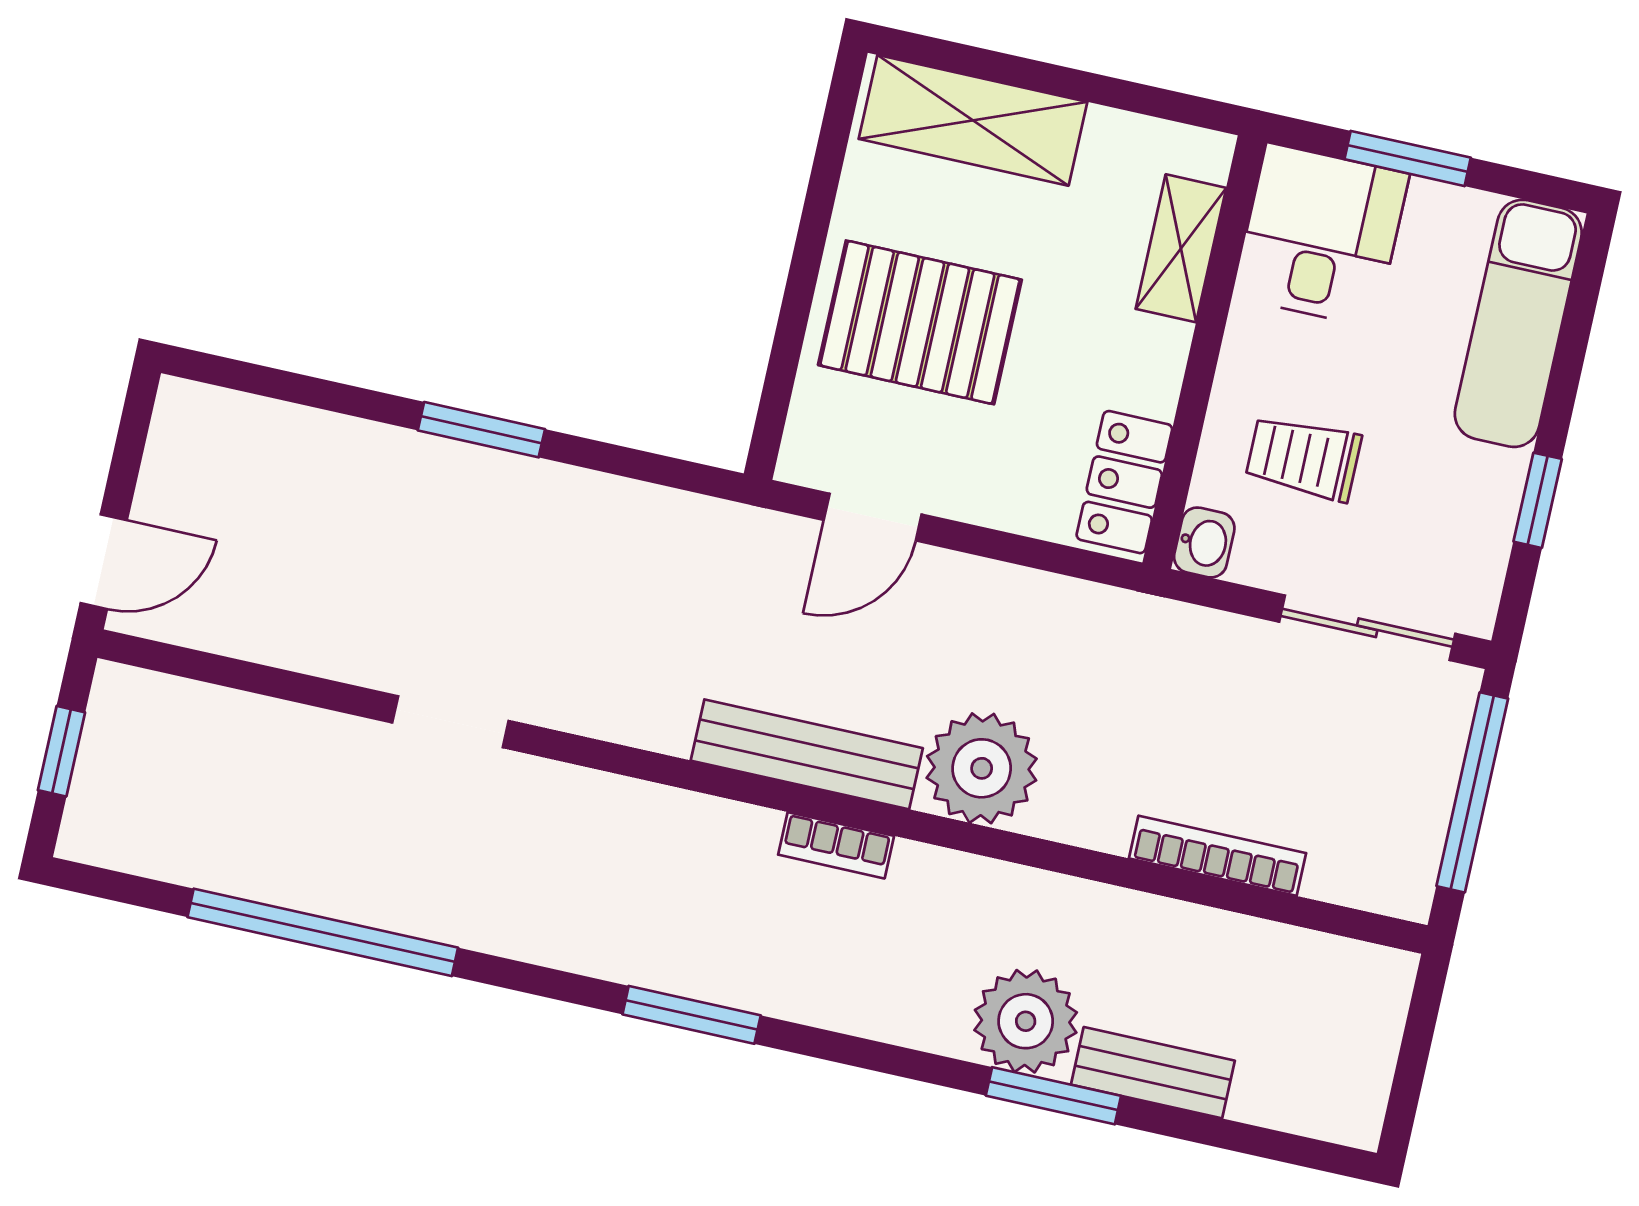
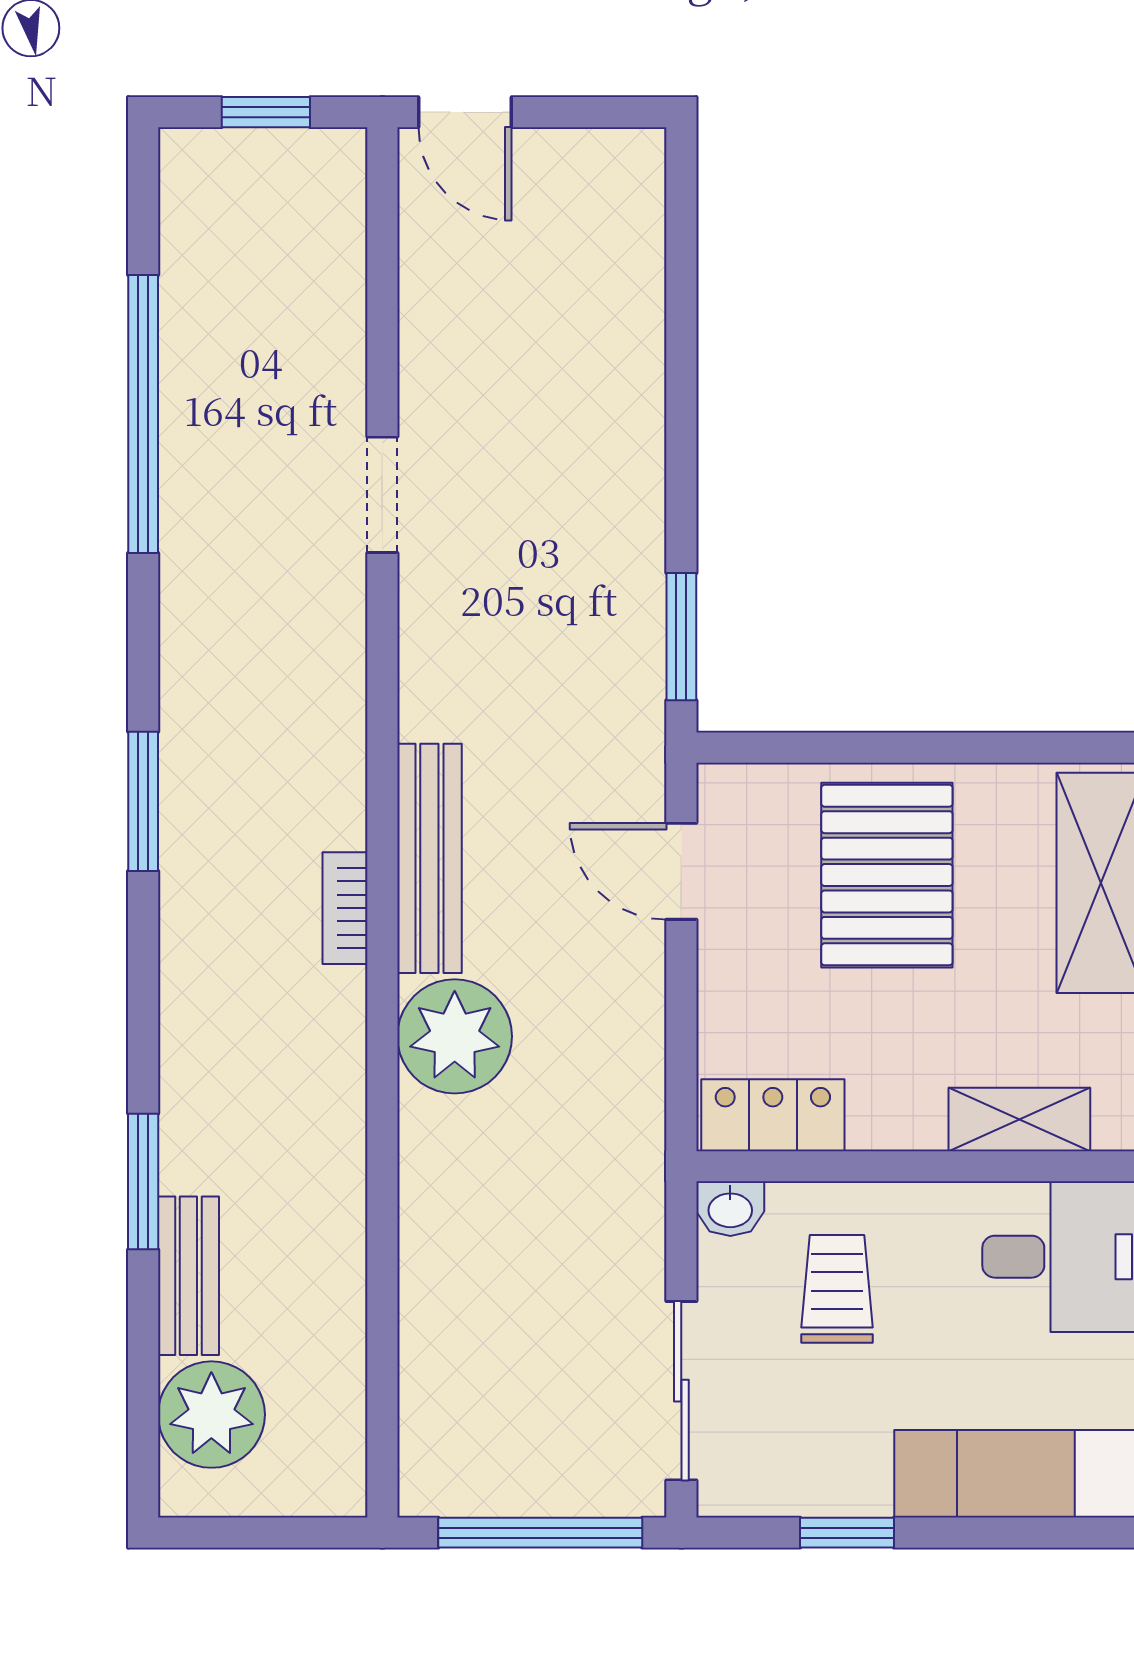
window: (481, 430) -> (681, 637), moved
bookcase: (1217, 856) -> (420, 1292), removed
plant: (1026, 1021) -> (211, 1415), moved

